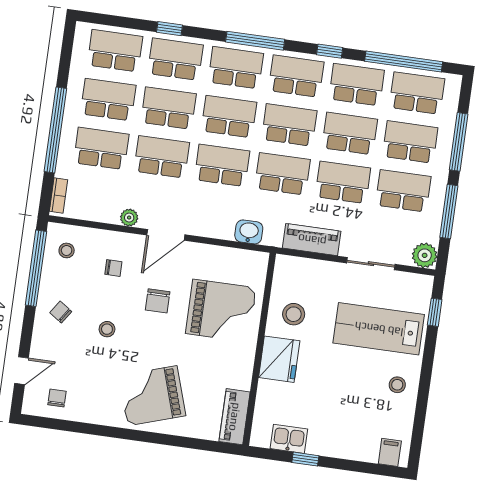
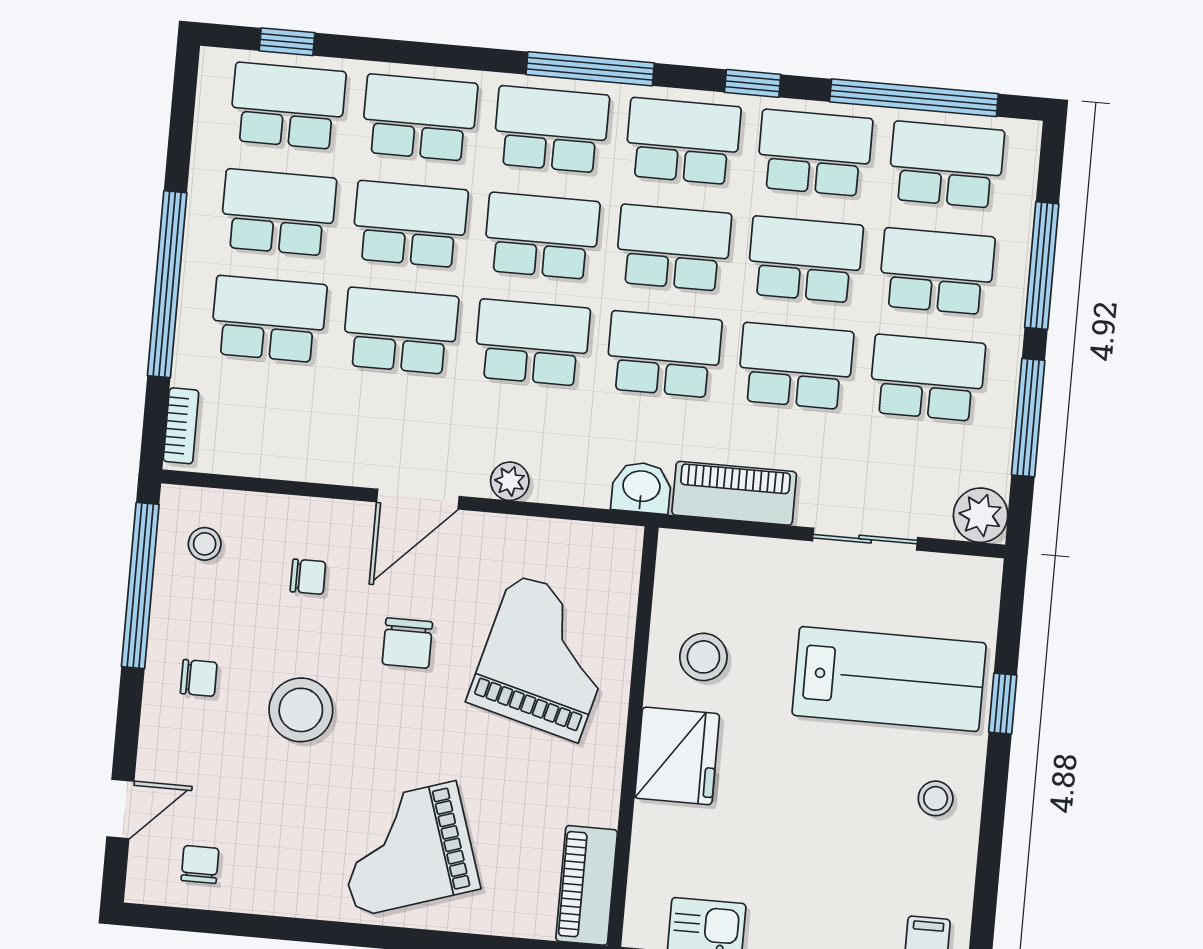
window: (169, 29) -> (287, 42), moved
plant: (129, 218) -> (510, 481), moved
washbasin: (249, 232) -> (641, 488), moved
grand piano: (221, 311) -> (545, 657), turned -75
chair: (61, 312) -> (199, 678), turned 146
window: (435, 312) -> (1003, 704), moved
stool: (107, 329) -> (301, 710), width x1.89, depth x1.89
lab bench: (379, 329) -> (889, 679), turned 180

